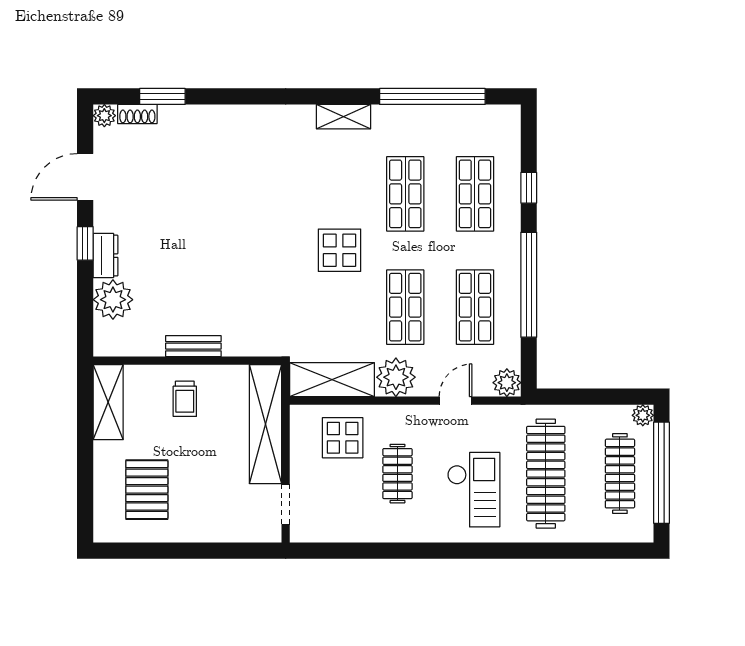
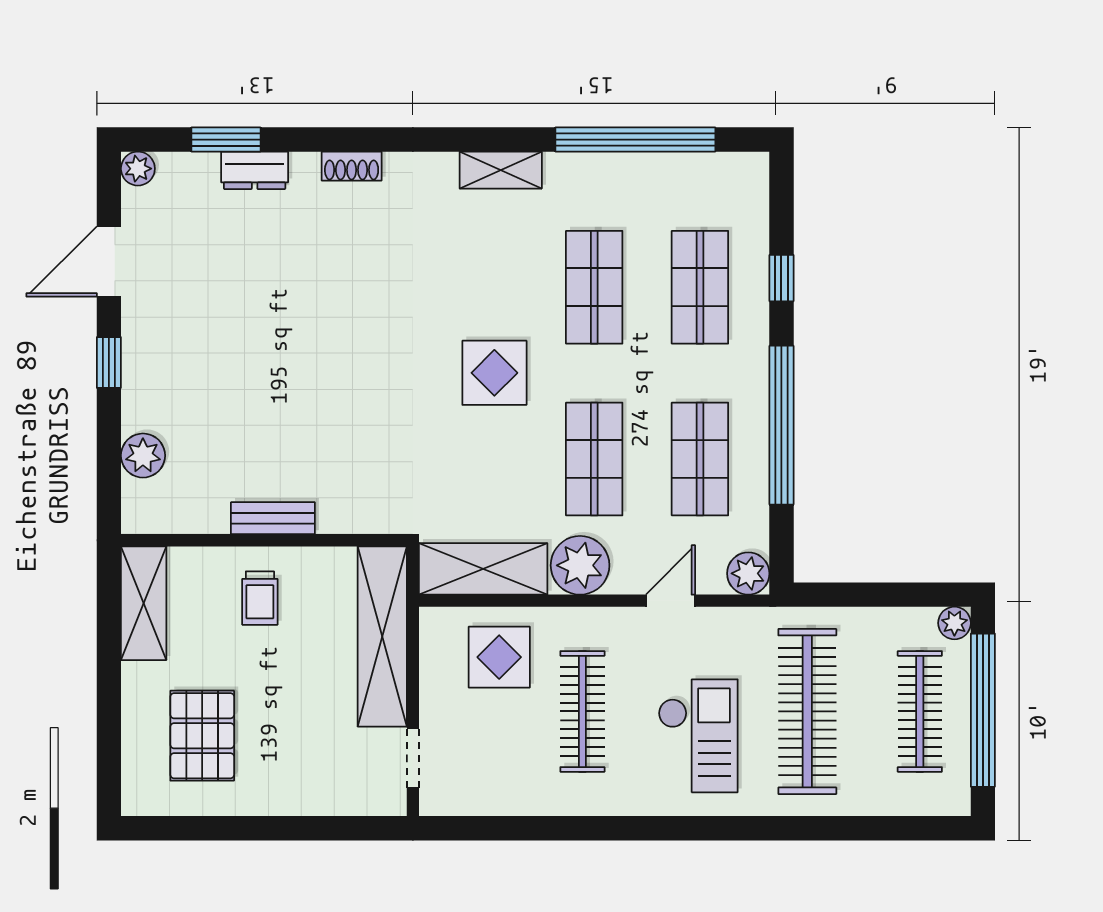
shoe rack: (137, 114) -> (352, 166), moved
dresser: (106, 256) -> (255, 170), moved, turned 90
plant: (113, 300) -> (143, 456), width x0.73, depth x0.73
clothes rail: (397, 474) -> (582, 711), width x1.36

